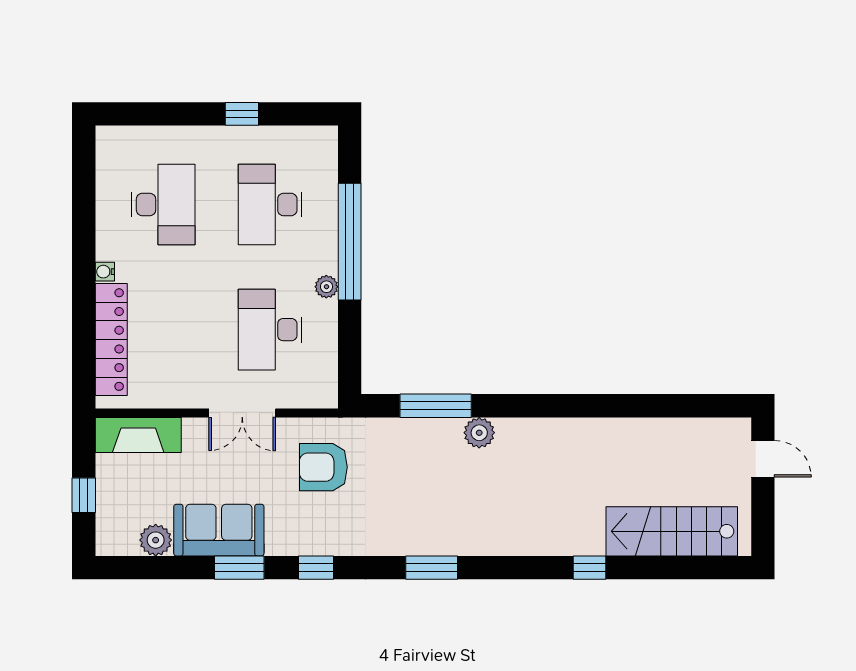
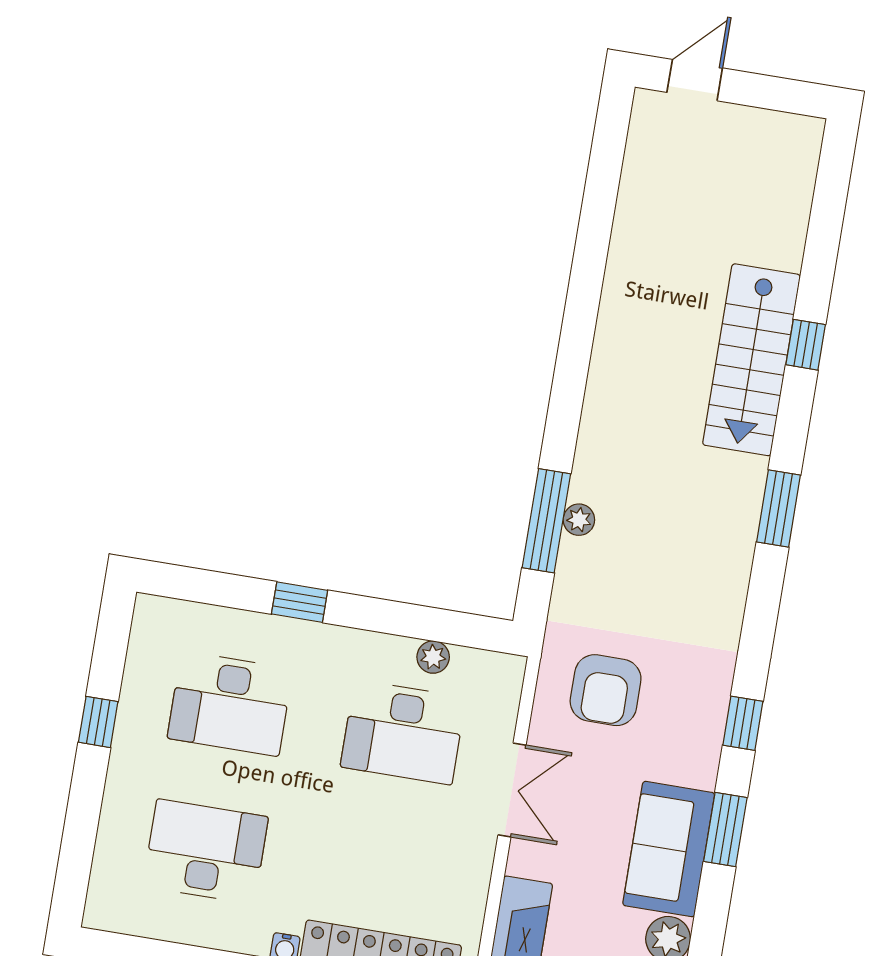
window: (350, 242) -> (300, 602), width x0.32
plant: (326, 287) -> (433, 657), moved
plant: (479, 433) -> (579, 520), moved, width x0.73, depth x0.73
stairs: (672, 531) -> (751, 360), moved
window: (432, 568) -> (778, 508), moved

